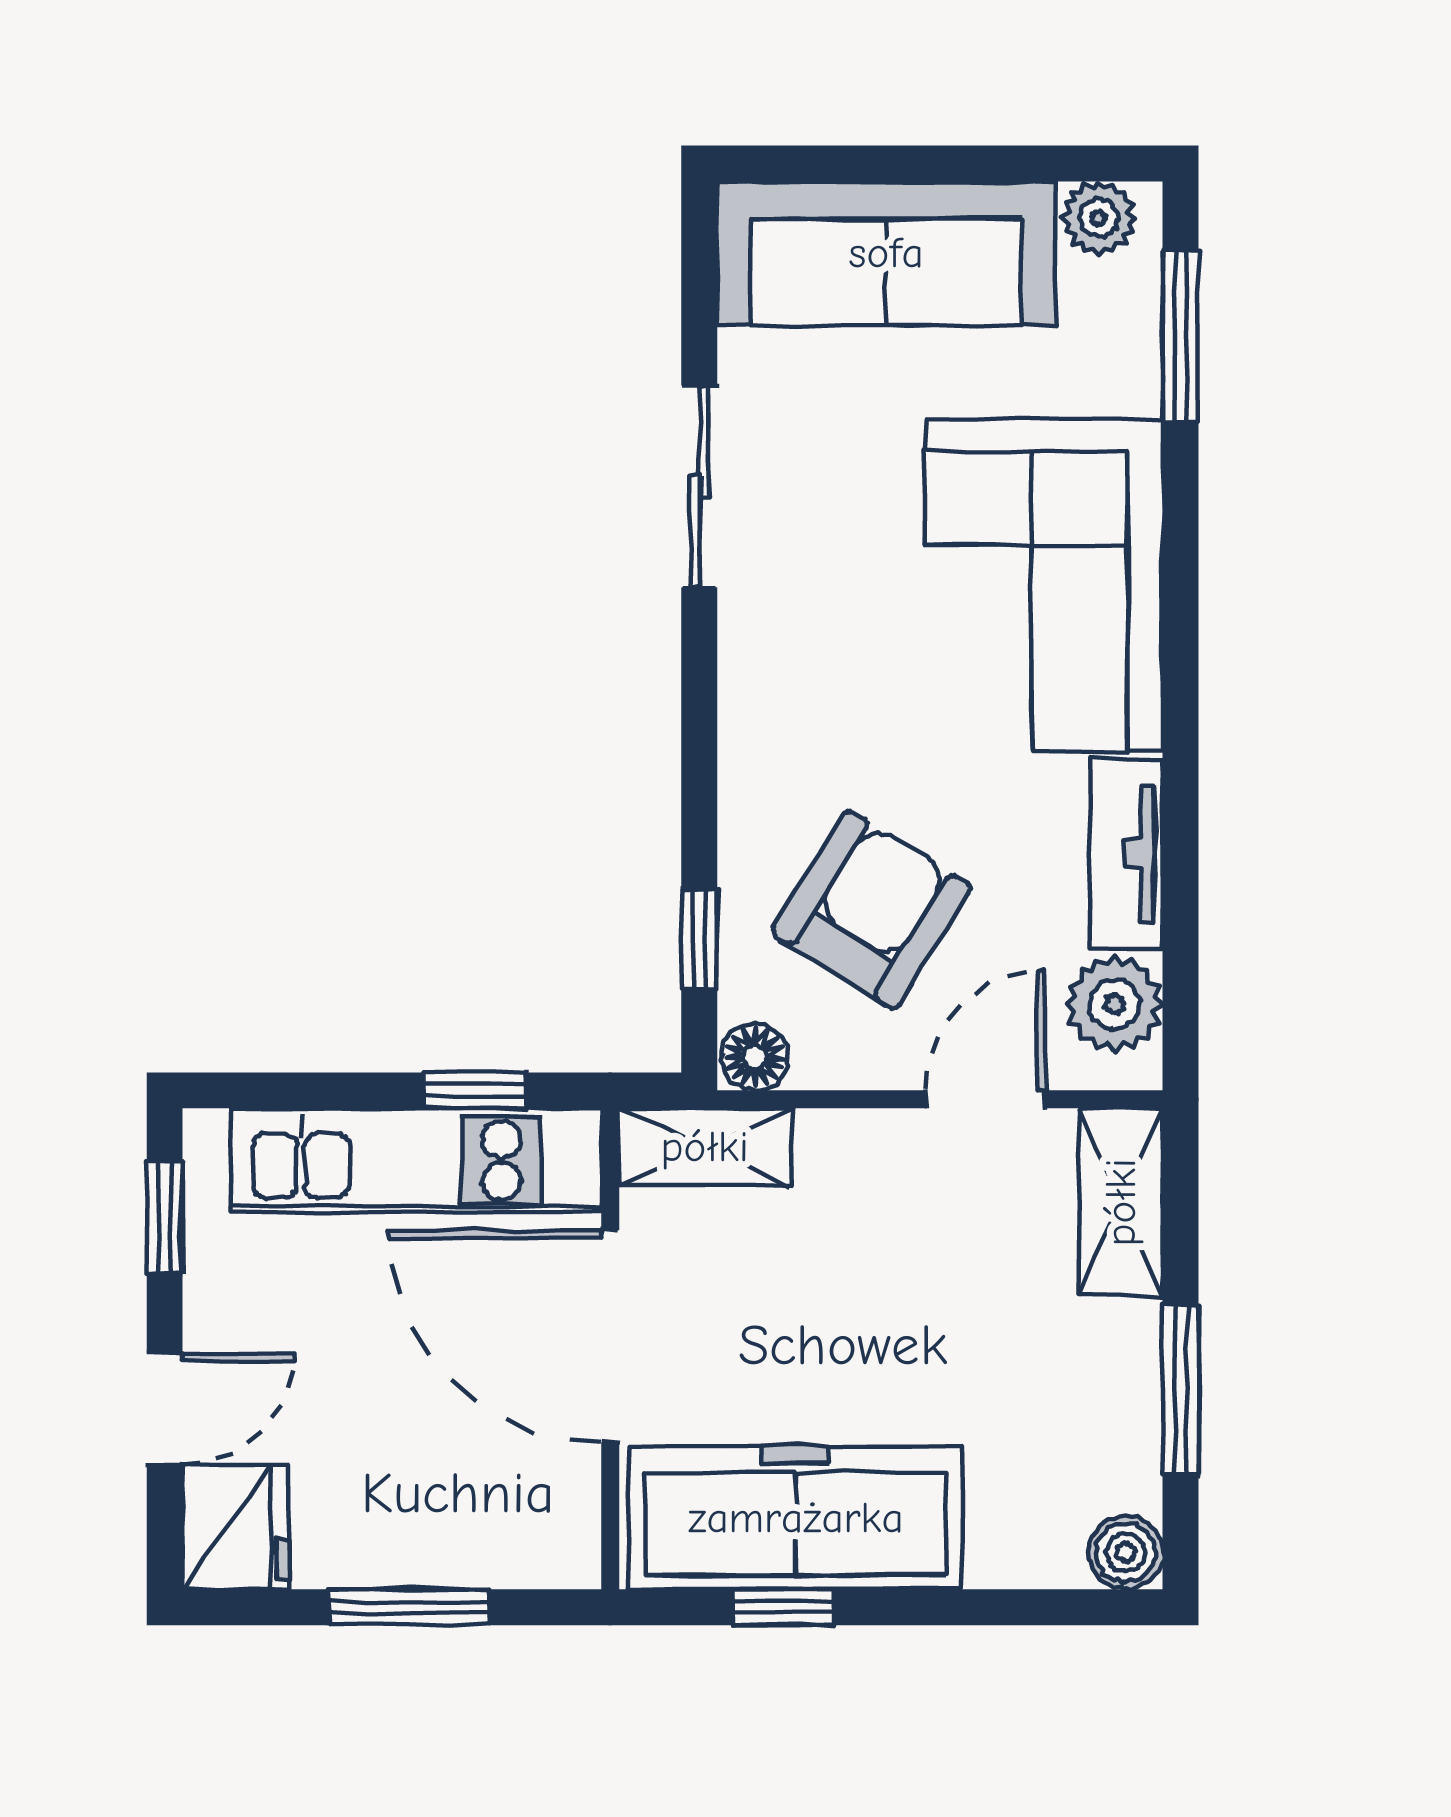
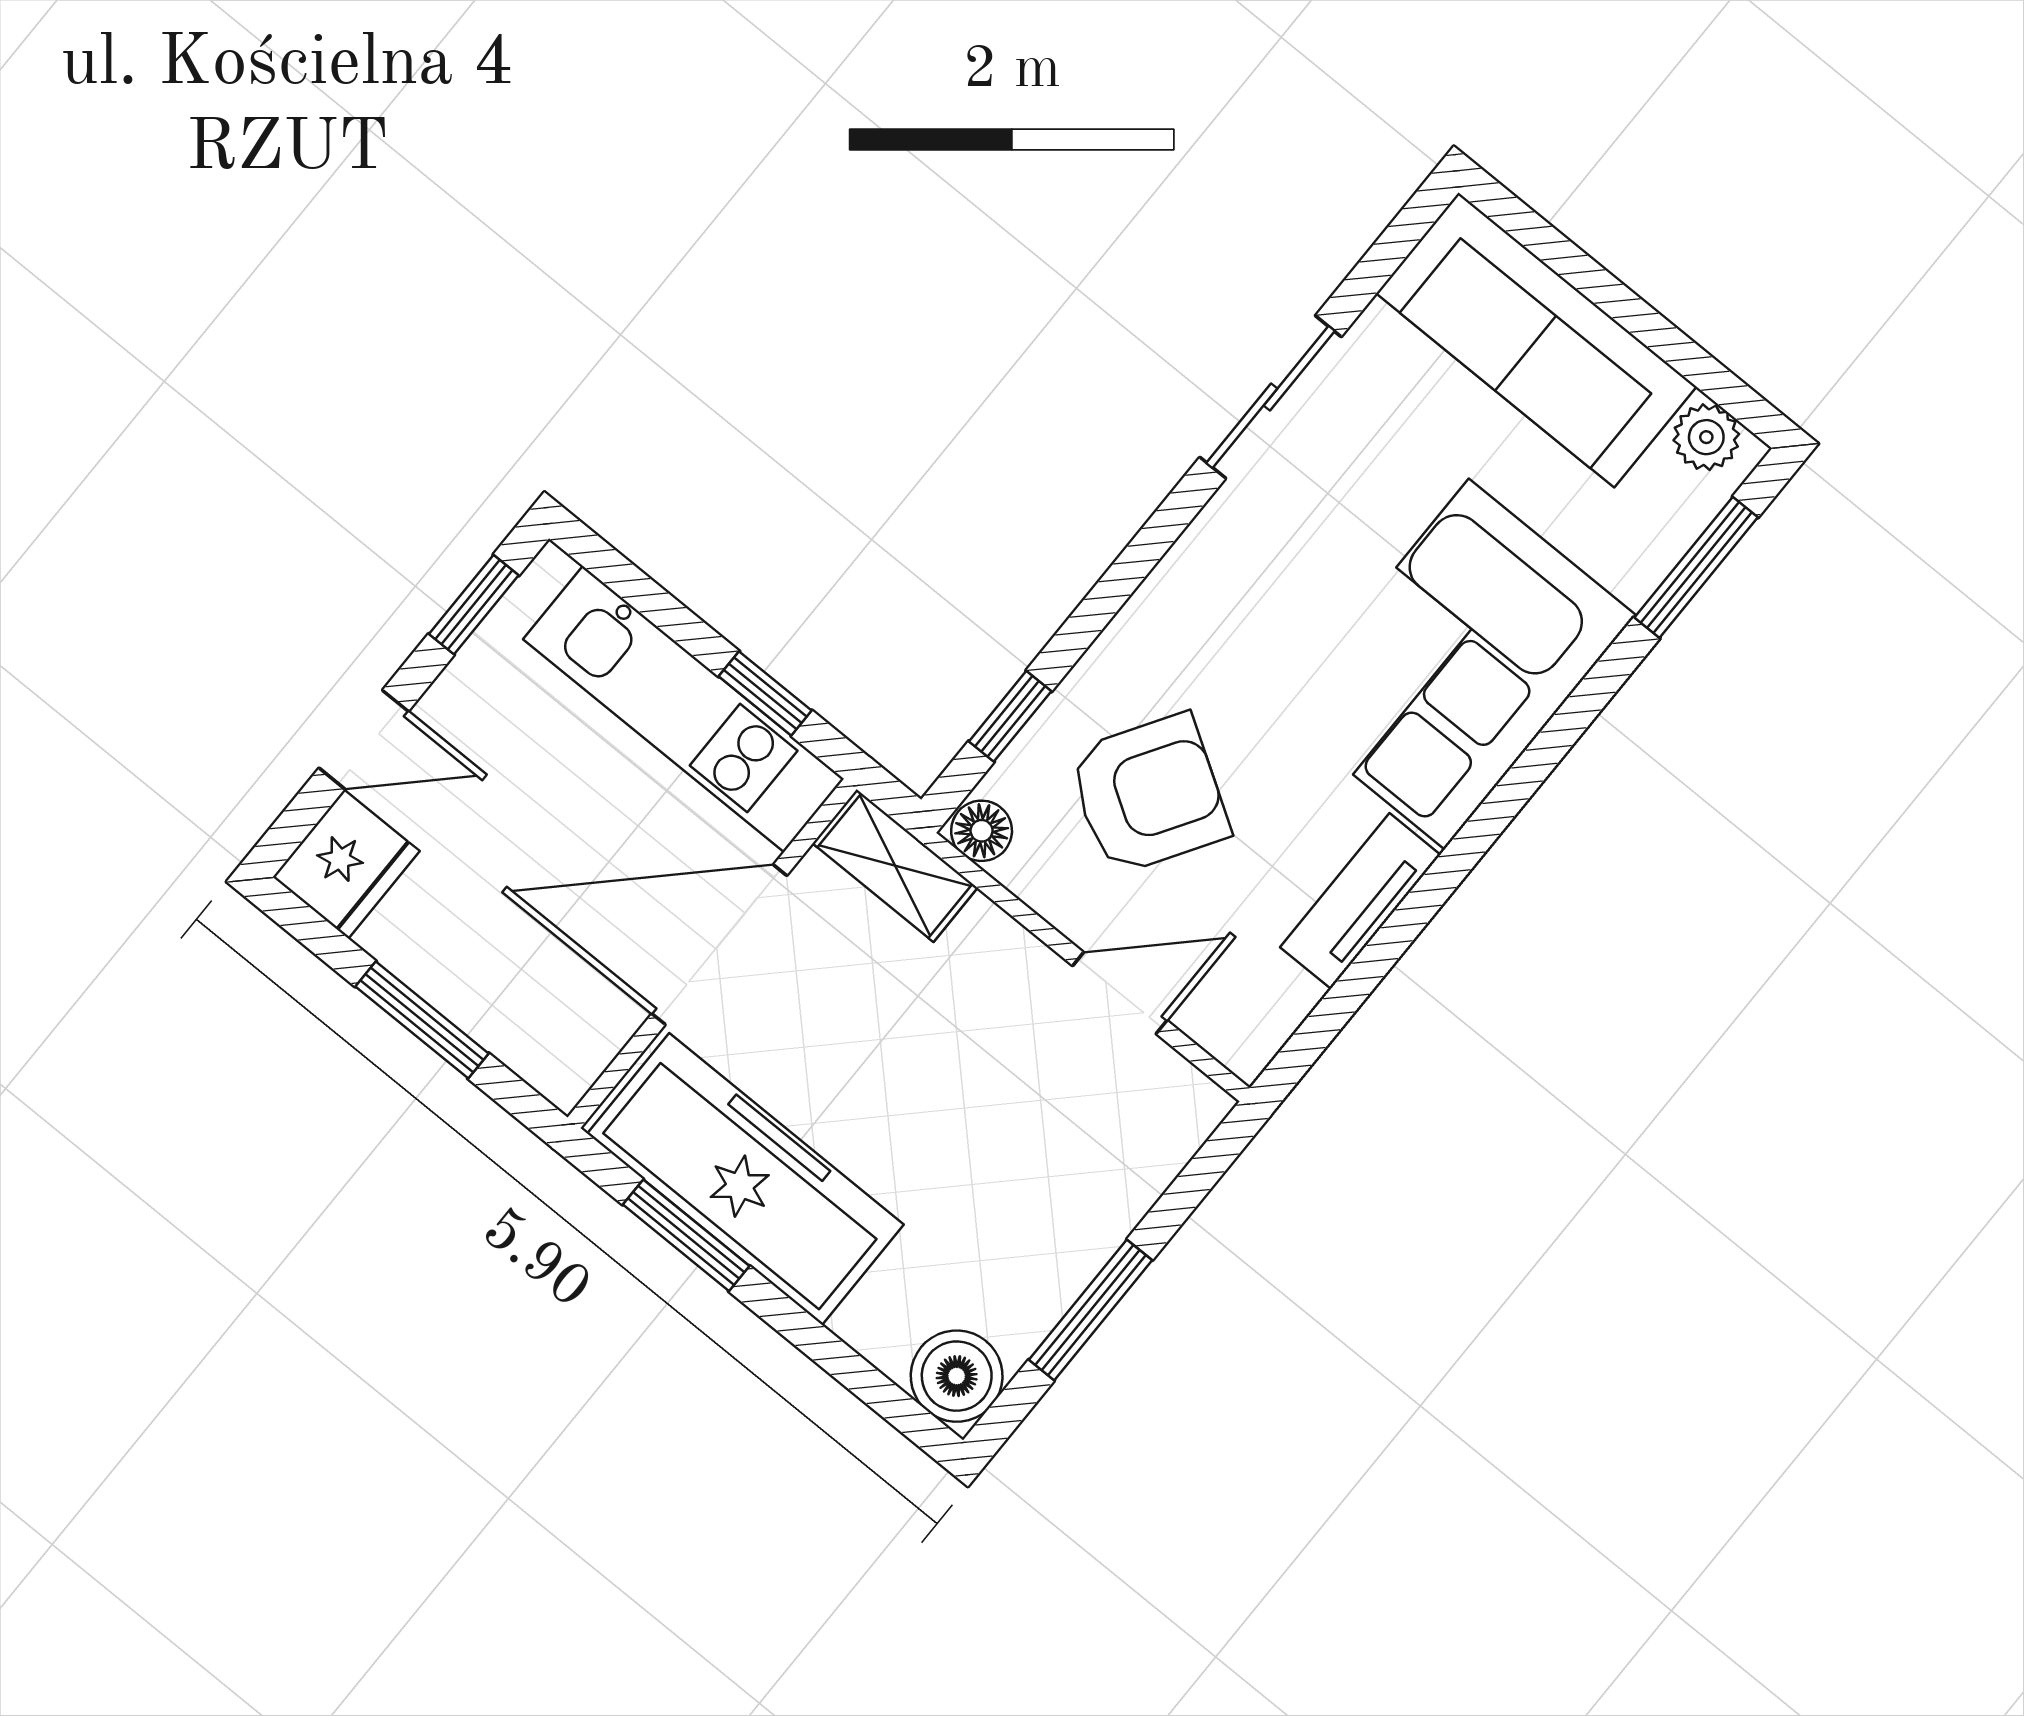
plant: (1115, 1004) -> (1266, 1001), removed
shelving: (1121, 1202) -> (1156, 1143), removed
door: (610, 1336) -> (719, 945), hinge flipped
boiler: (1126, 1553) -> (957, 1376), width x1.36, depth x1.36
window: (784, 1607) -> (686, 1235), width x1.50

